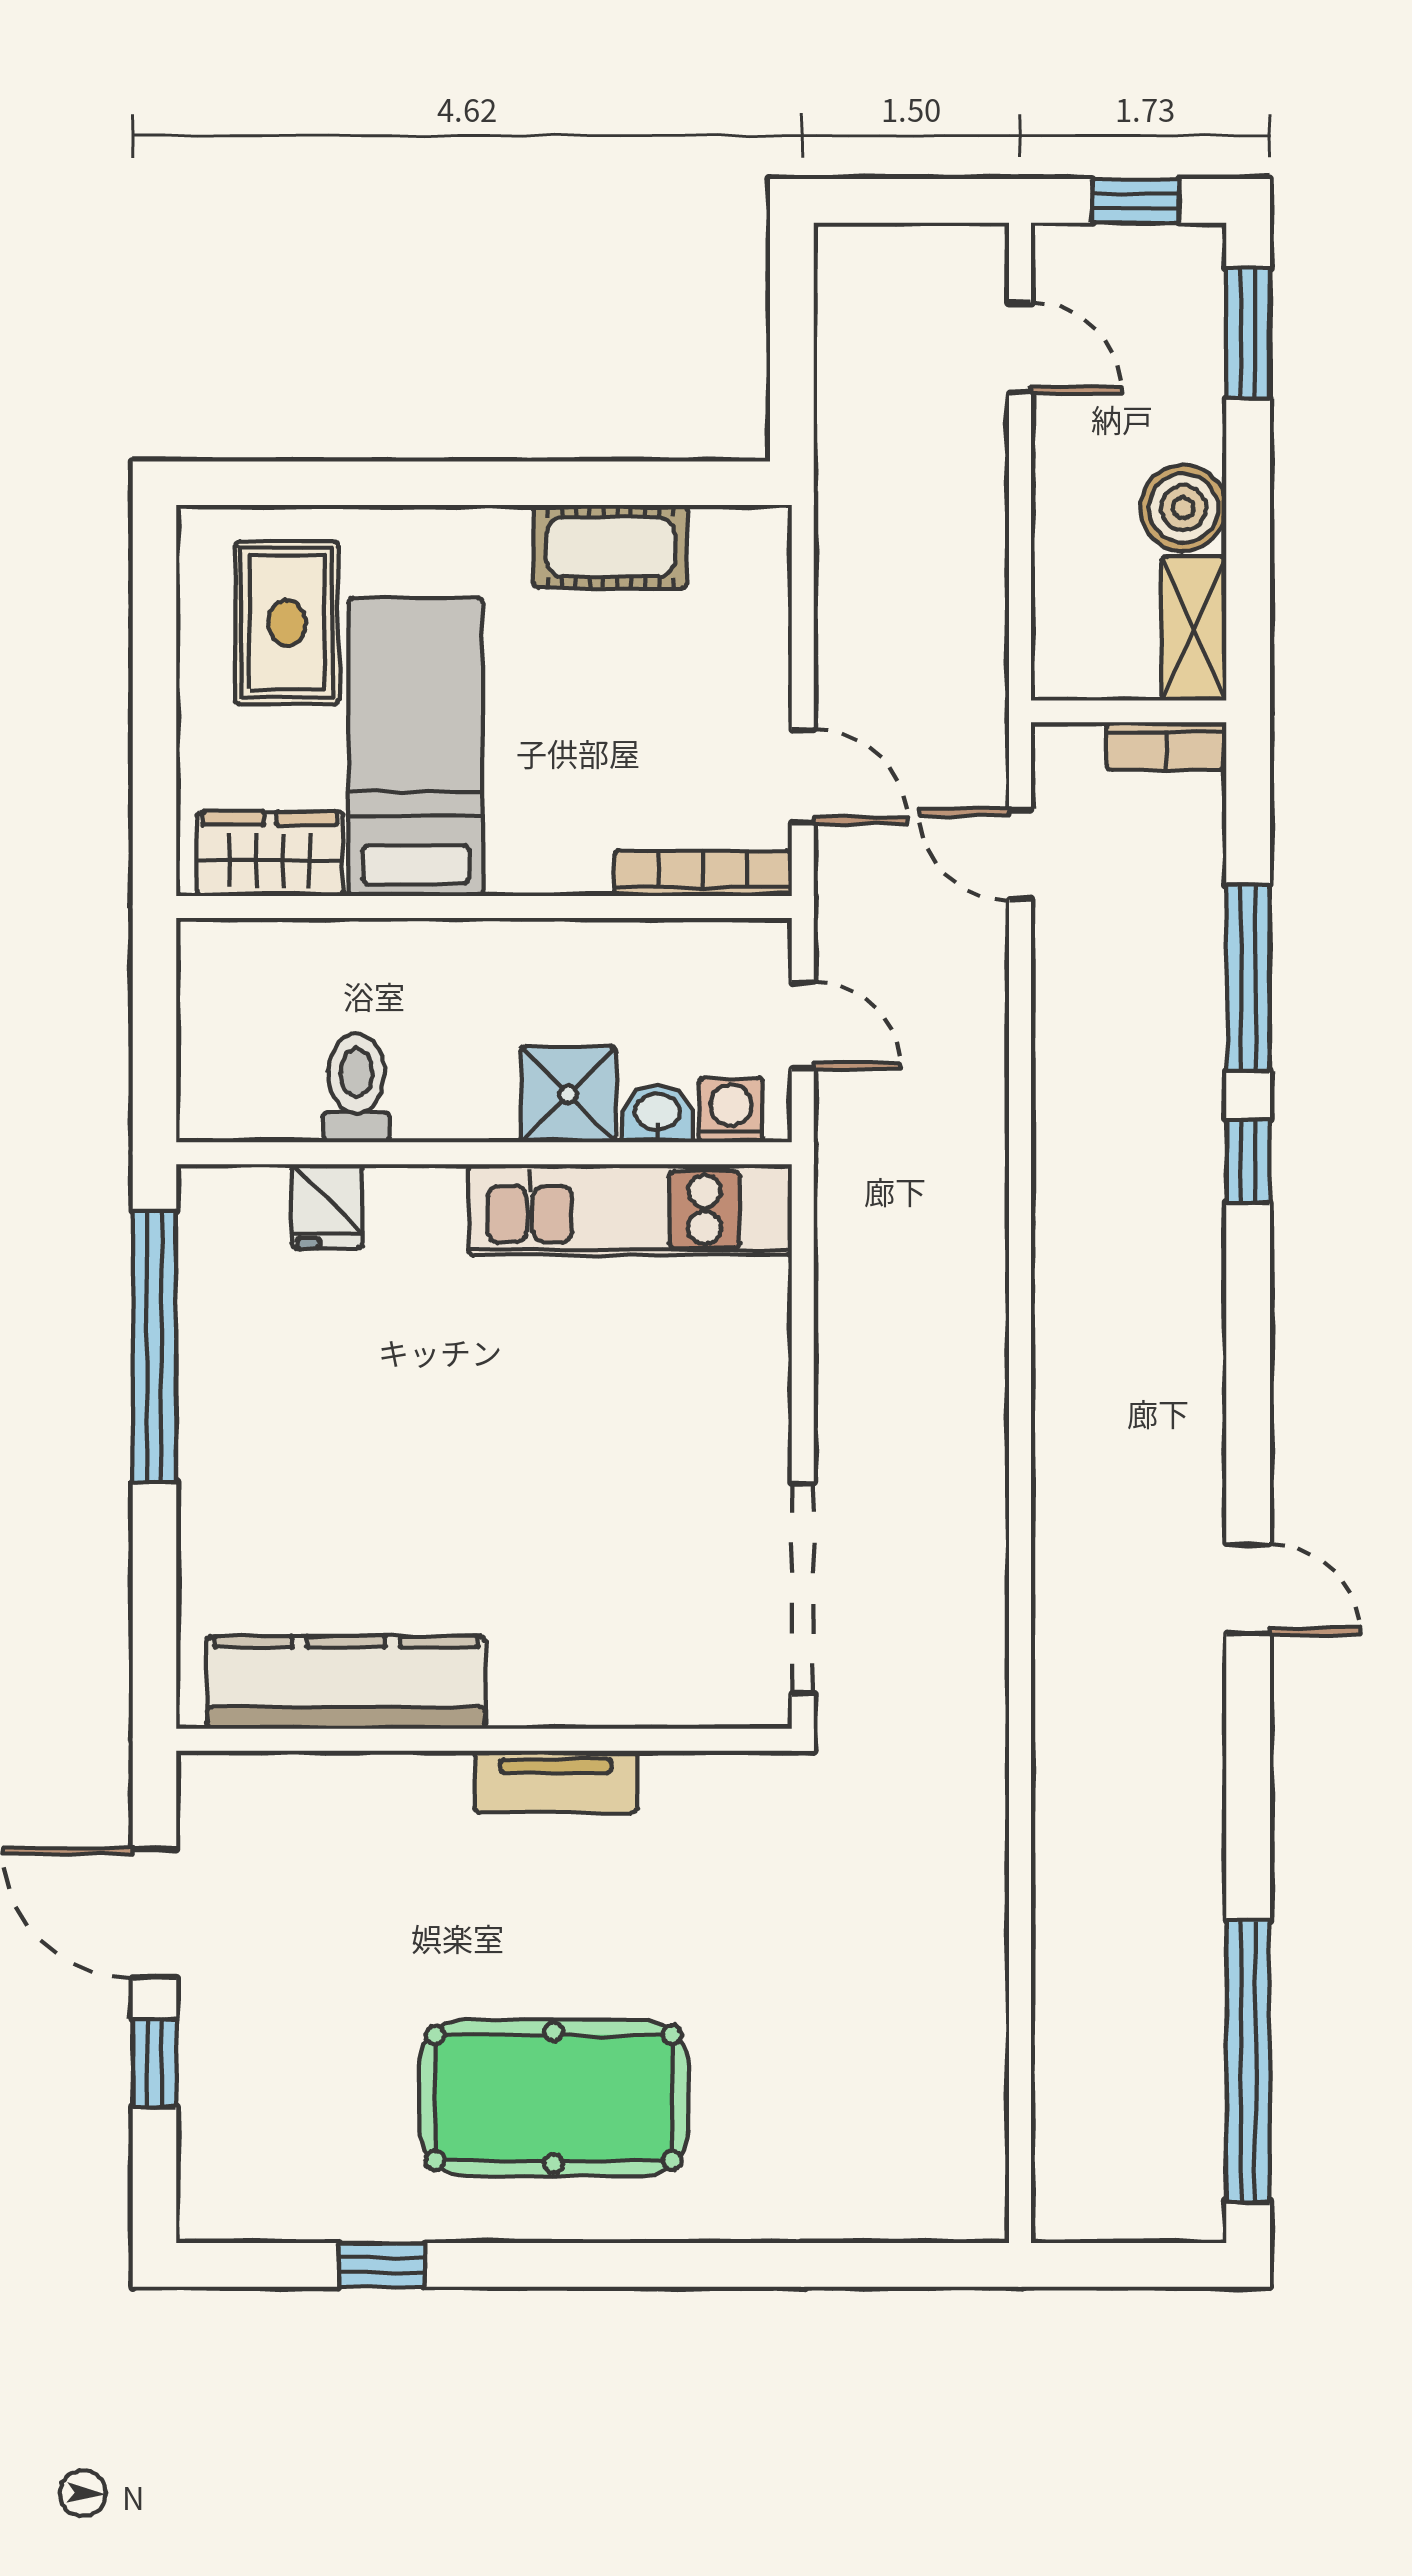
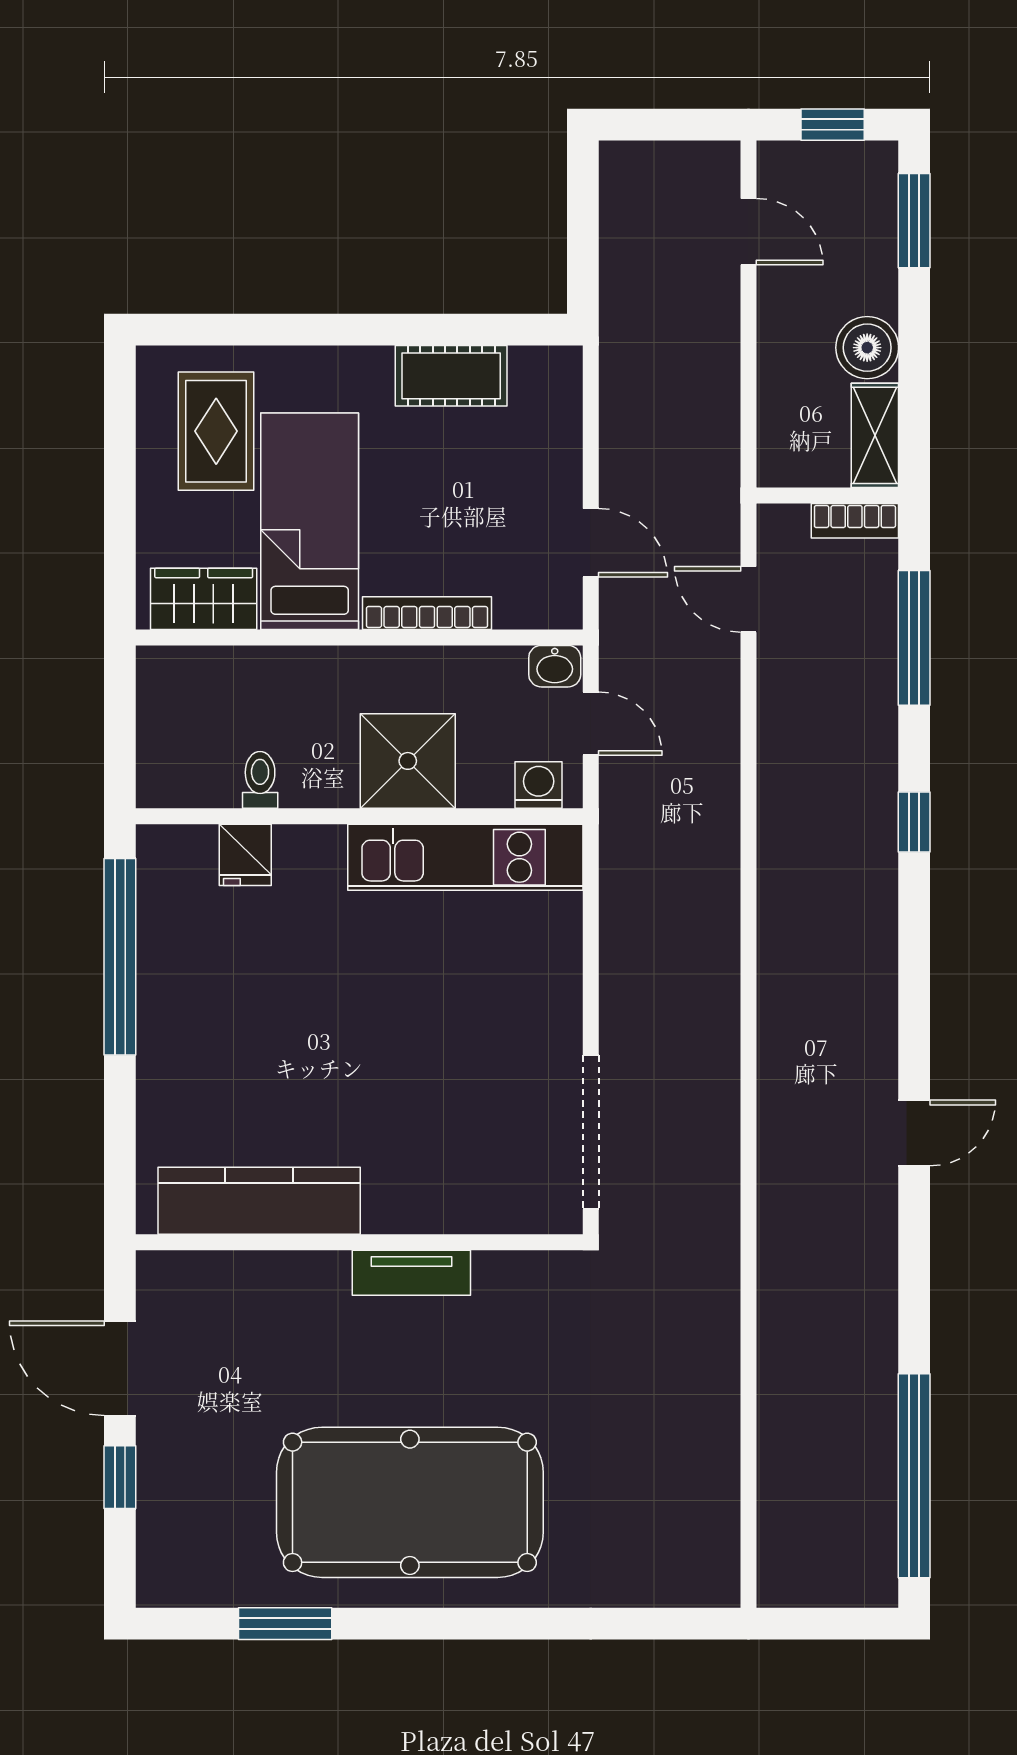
bookcase: (703, 873) -> (427, 613), moved
window: (1248, 978) -> (914, 638), moved
toilet: (356, 1088) -> (260, 780), width x0.73, depth x0.72
shower: (568, 1094) -> (408, 761), width x1.36, depth x1.36
washbasin: (657, 1114) -> (555, 666), moved, turned 180
door: (1248, 1589) -> (914, 1133), hinge flipped
pool table: (554, 2098) -> (410, 1502), width x1.36, depth x1.32
window: (382, 2265) -> (285, 1624), width x1.50

